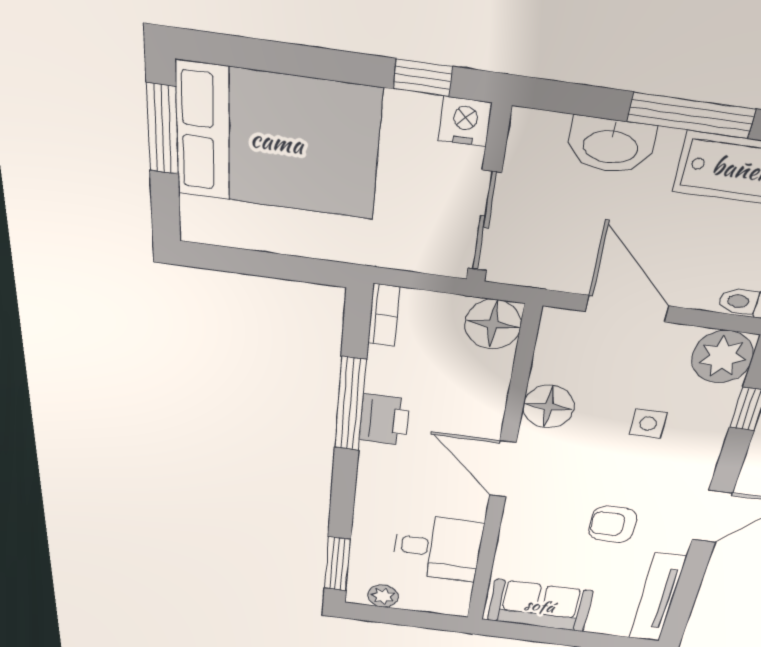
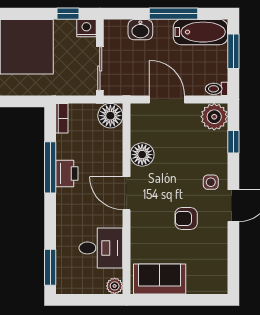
washbasin: (611, 145) -> (140, 30), width x0.72
side table: (648, 424) -> (211, 182), moved
plant: (383, 596) -> (115, 286), moved
tv unit: (657, 598) -> (219, 263), removed

